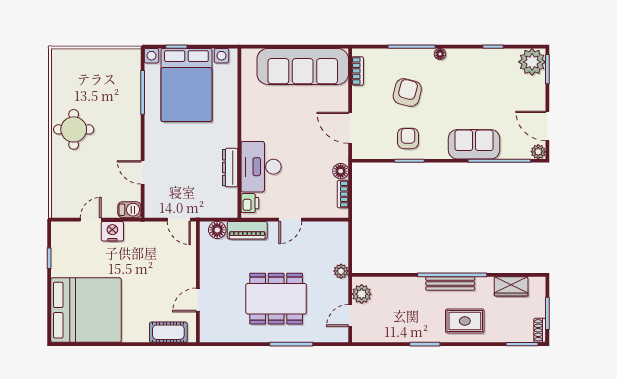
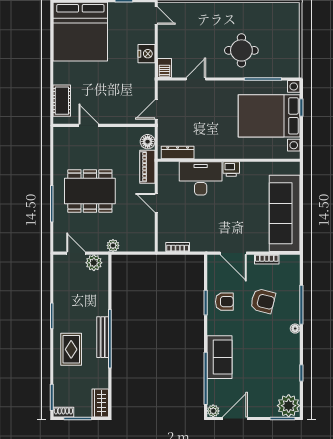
bookcase: (358, 71) -> (267, 259), moved
door: (350, 128) -> (233, 253), swing flipped
round table: (74, 129) -> (241, 50), moved
dresser: (230, 168) -> (178, 152), moved
floor lamp: (341, 171) -> (197, 245), removed
printer: (250, 203) -> (231, 169), moved
door: (91, 220) -> (156, 16), moved
wardrobe: (511, 286) -> (100, 403), moved
dining table: (276, 299) -> (90, 191), turned 90

